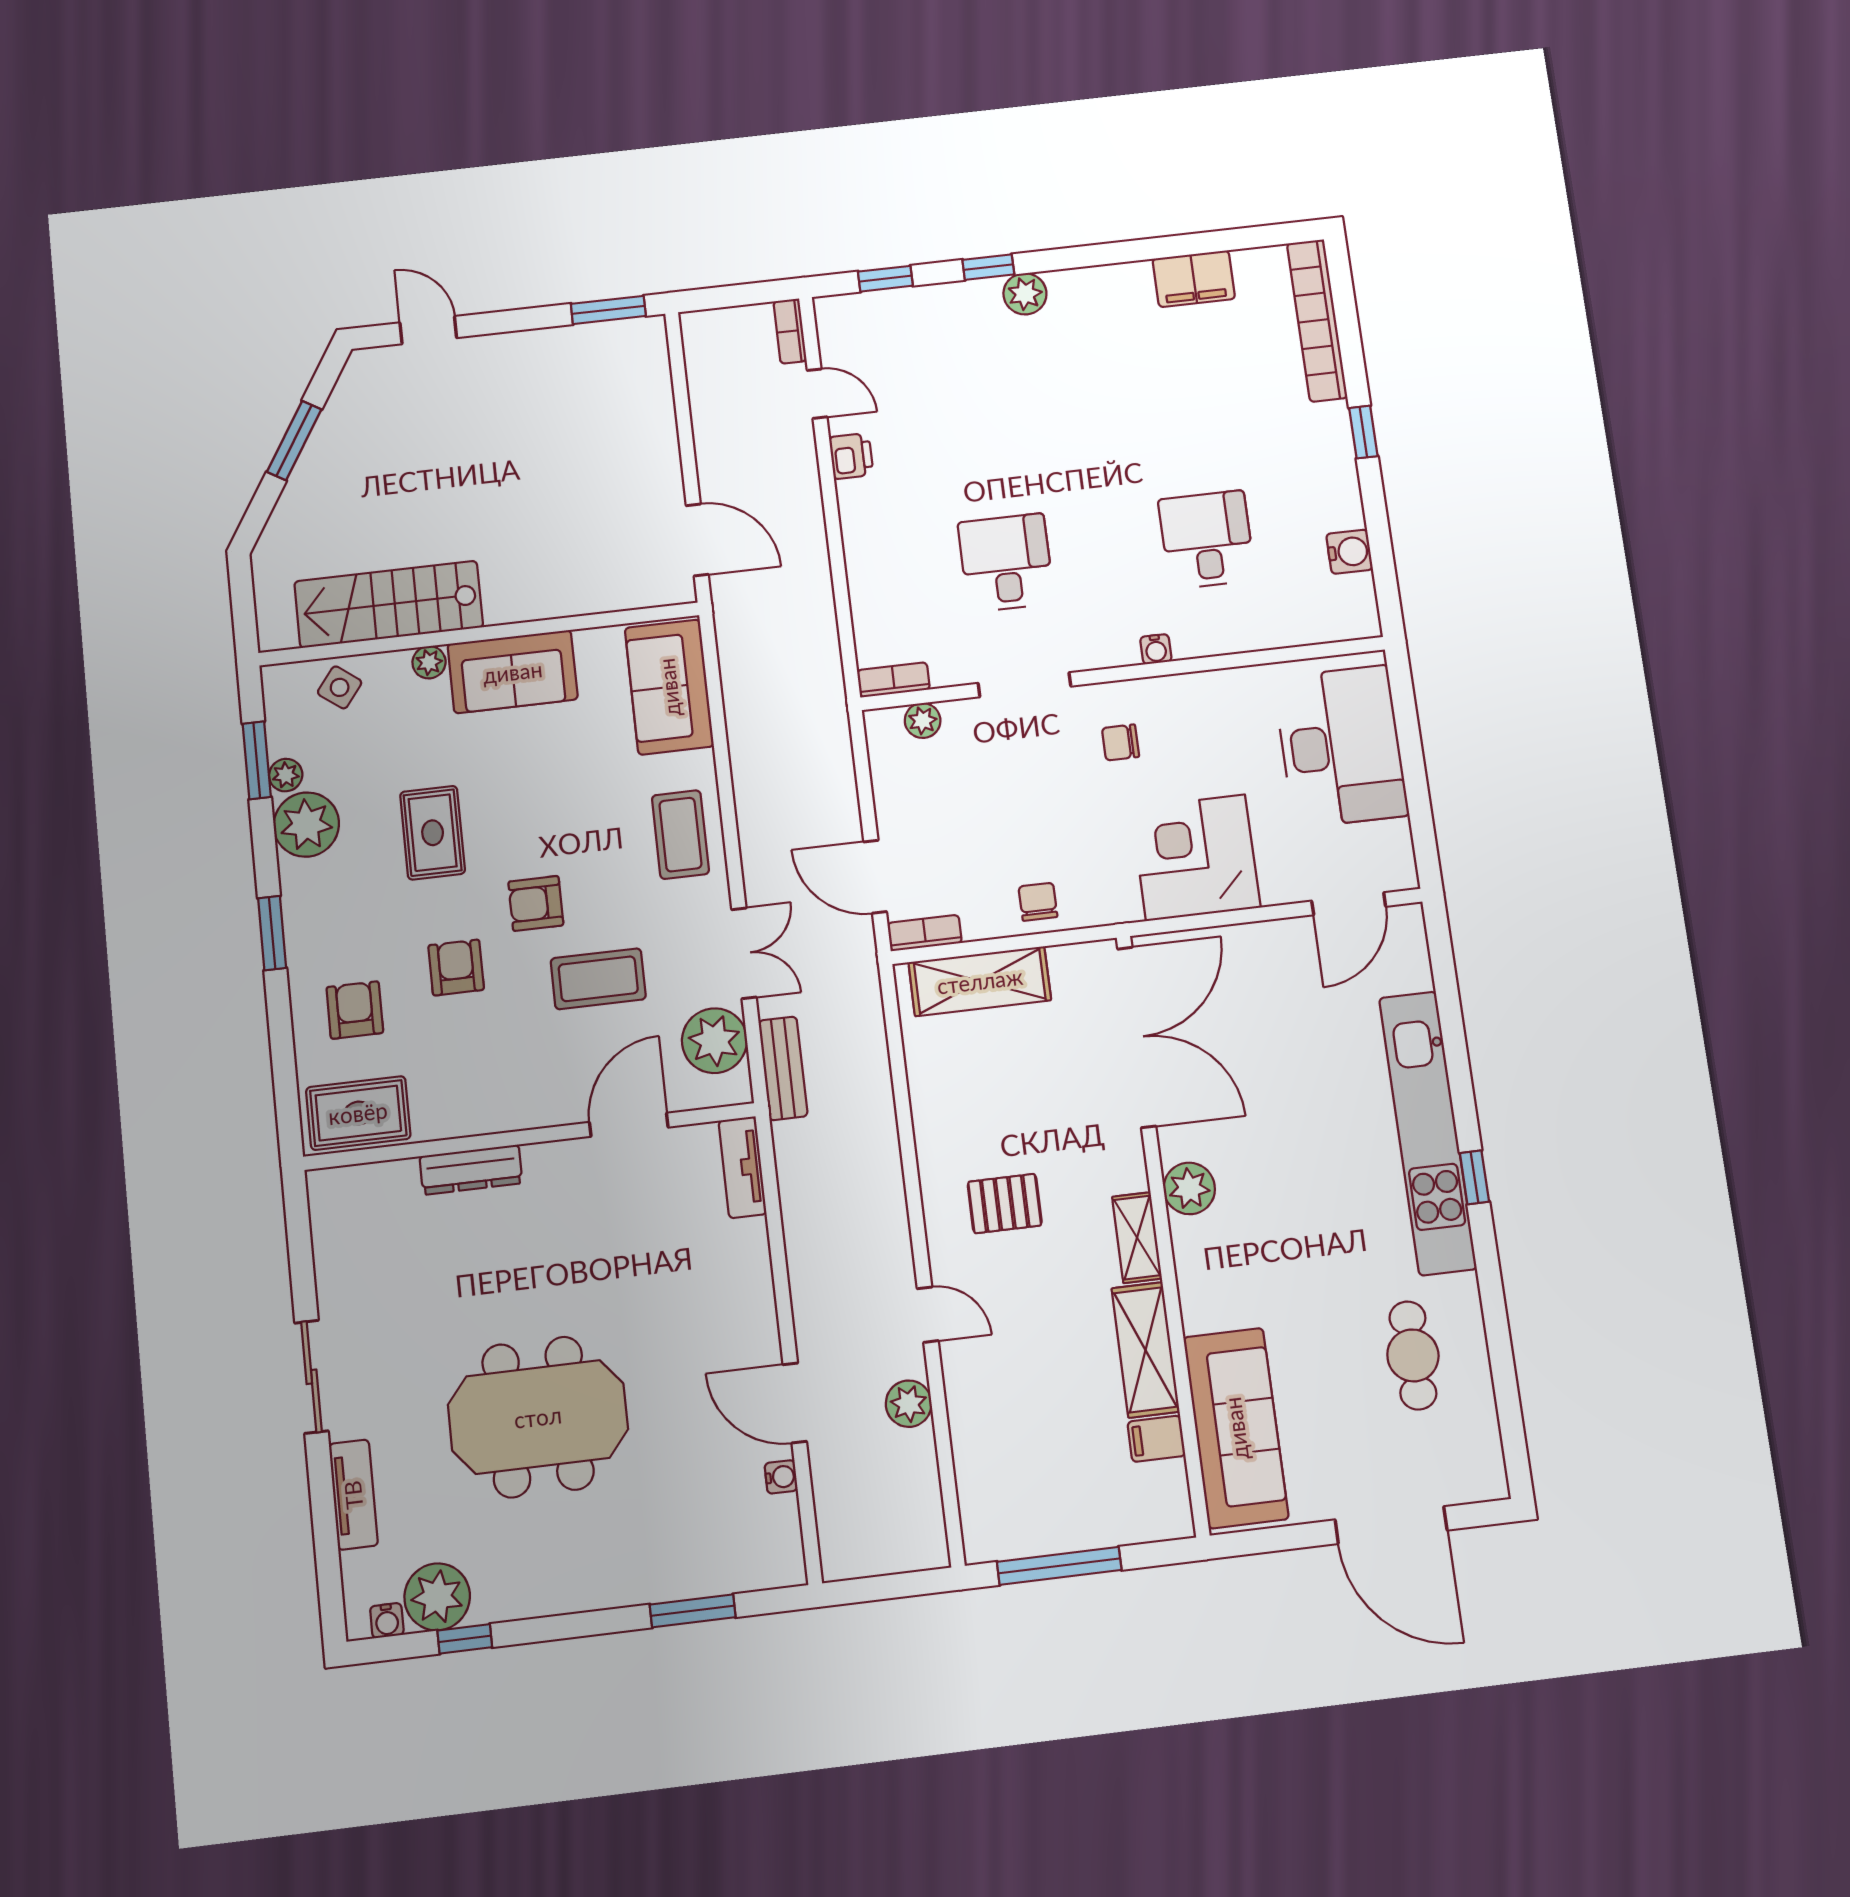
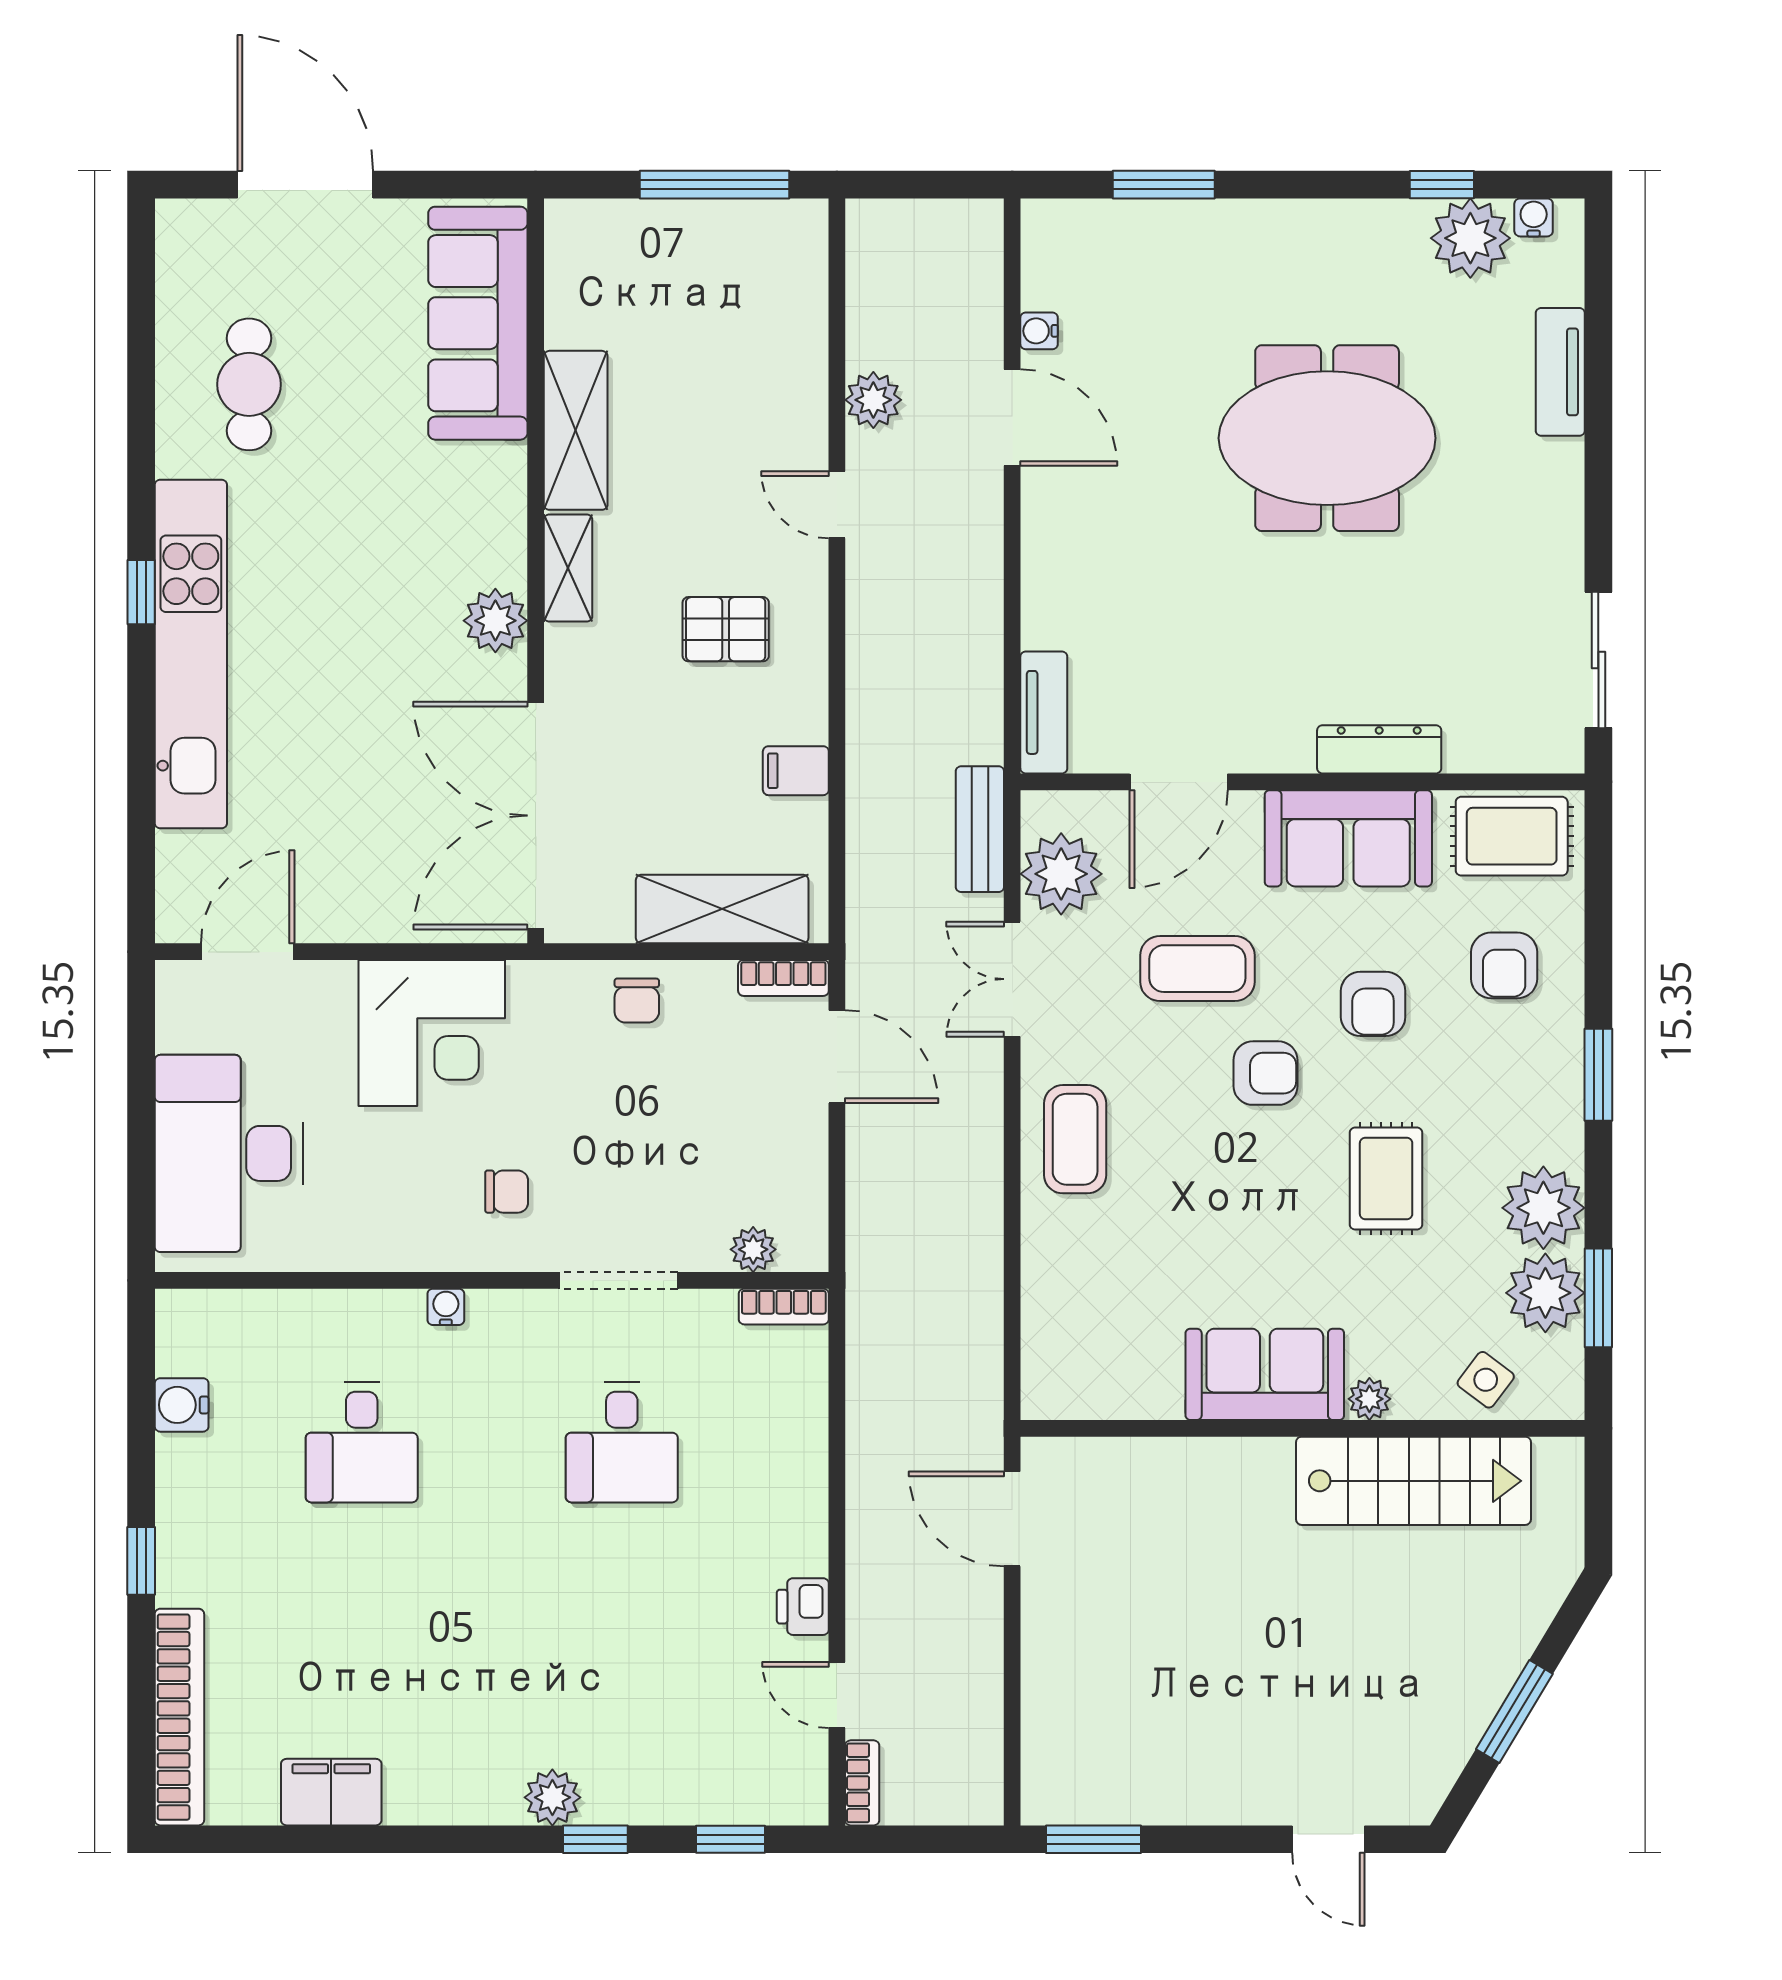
sofa: (669, 687) -> (1348, 838), moved, turned 90
plant: (286, 775) -> (1545, 1293), width x1.87, depth x1.87
sliding door: (311, 1377) -> (1598, 660), moved
filing cabinet: (1156, 1439) -> (796, 771), moved, turned 180

